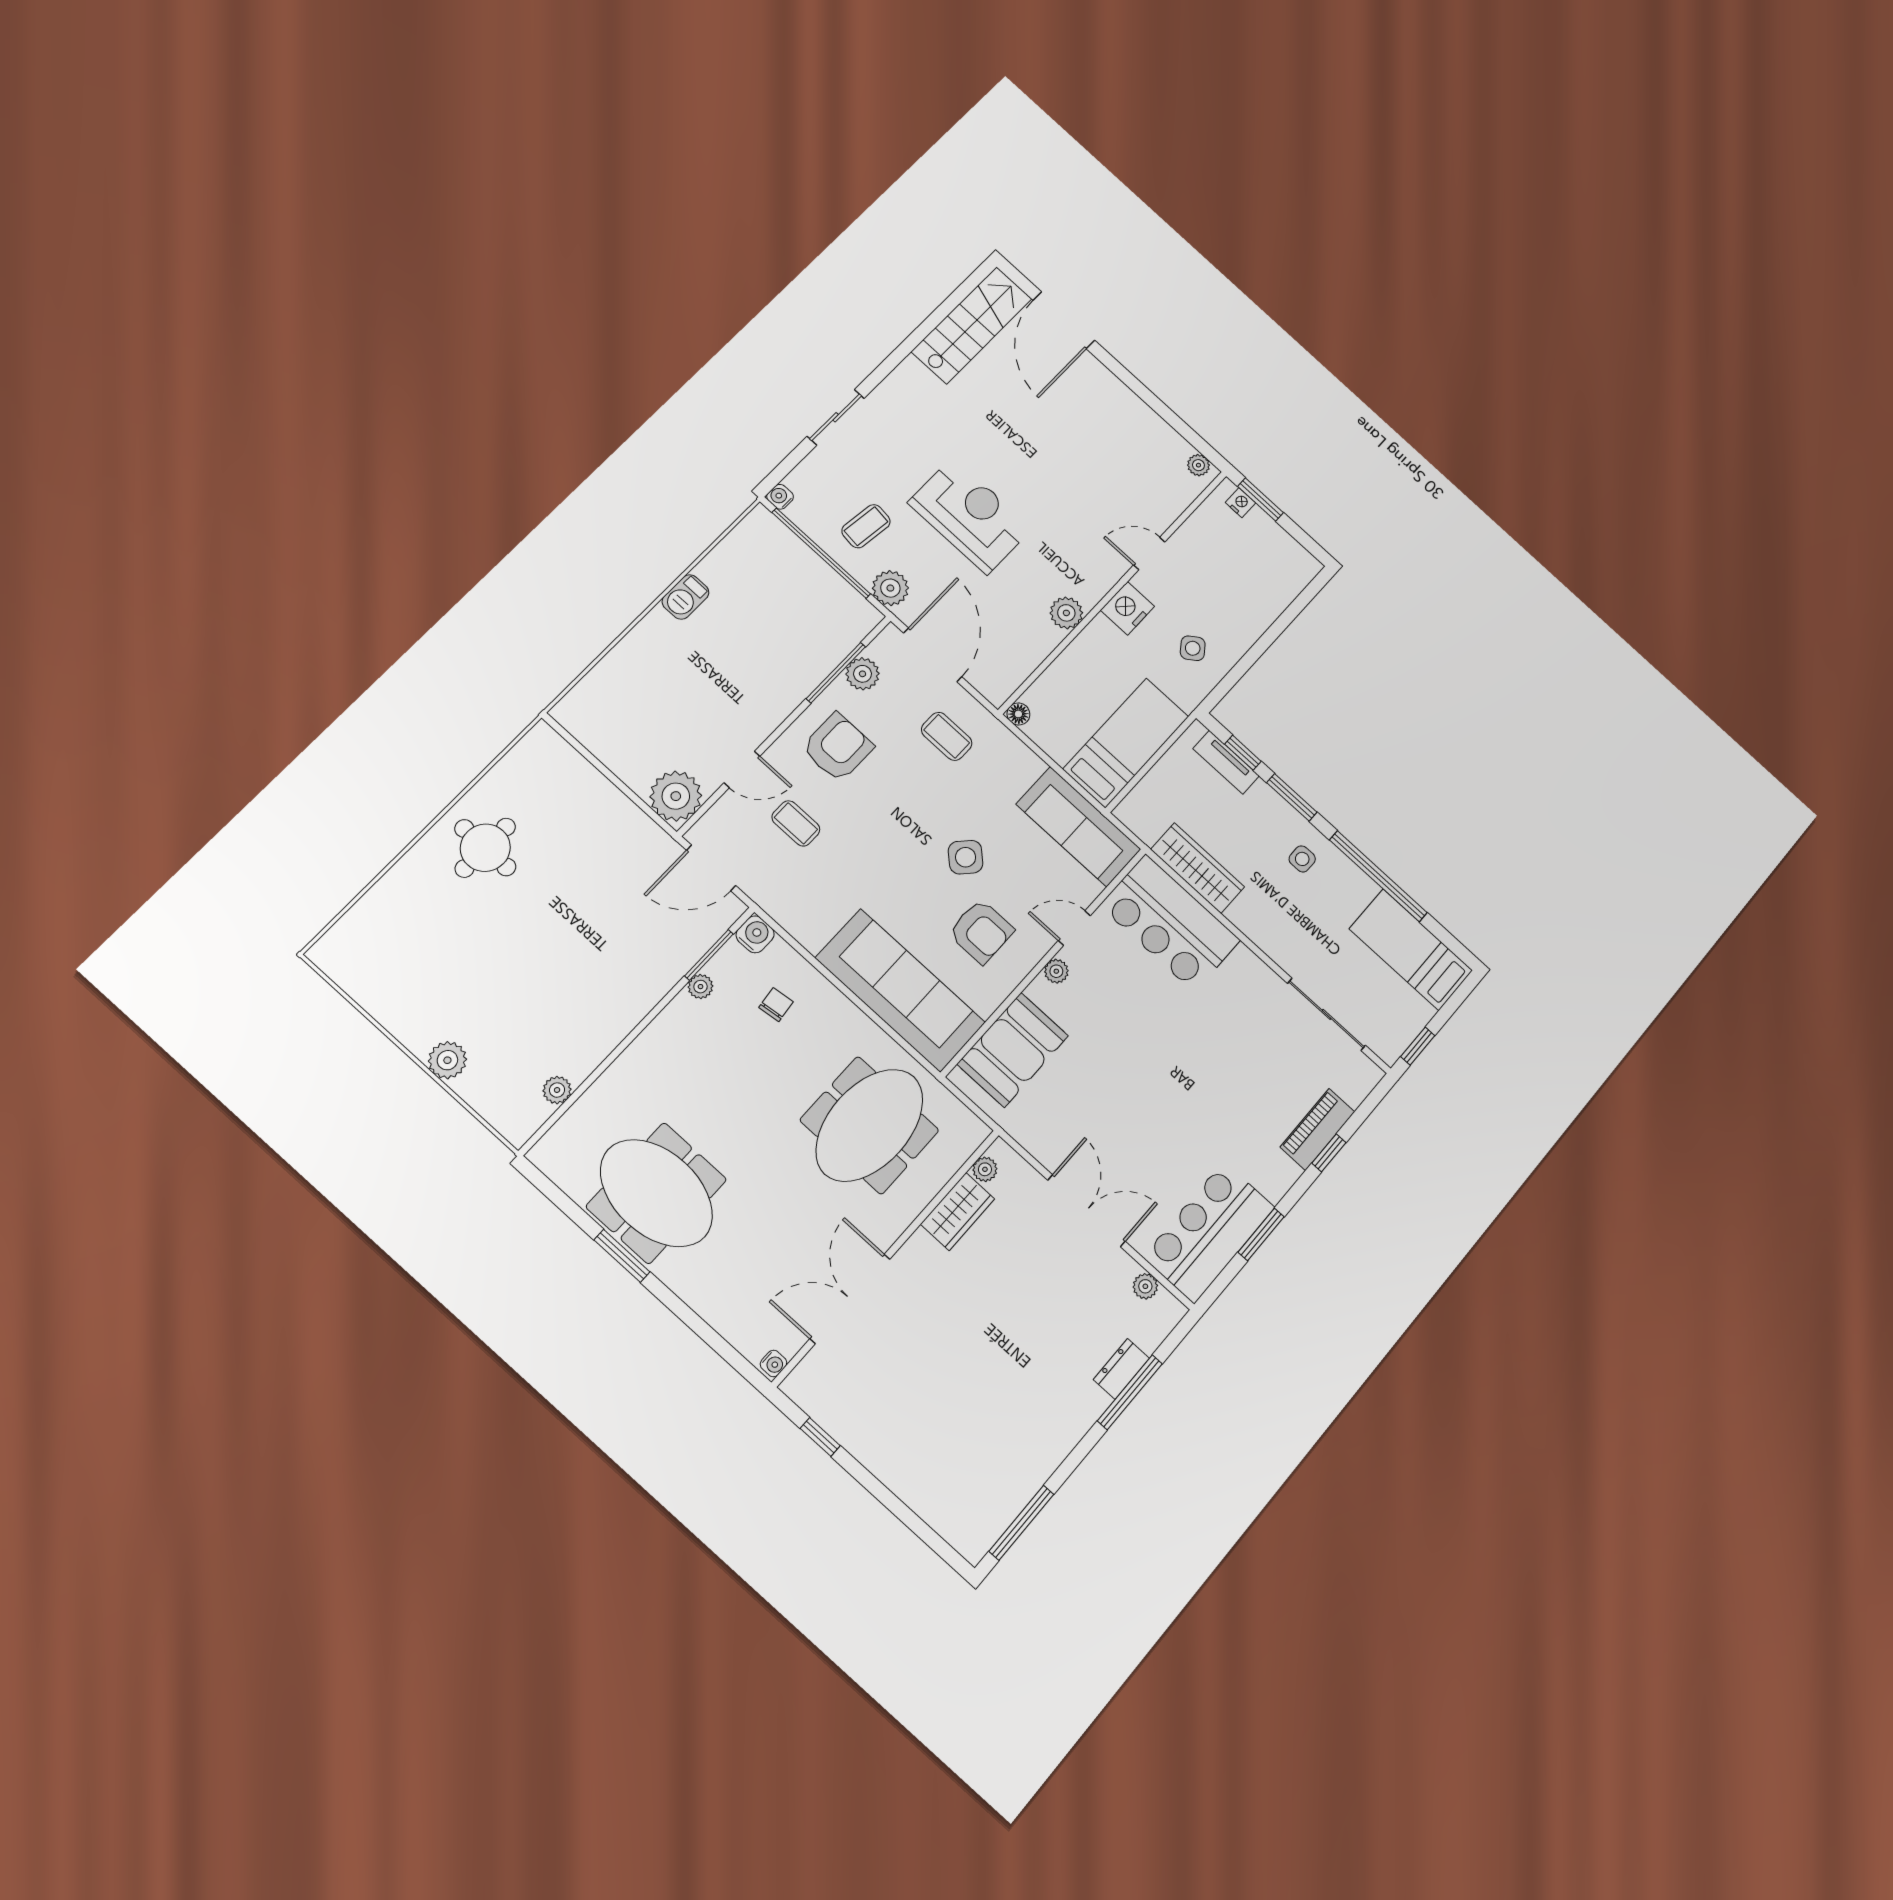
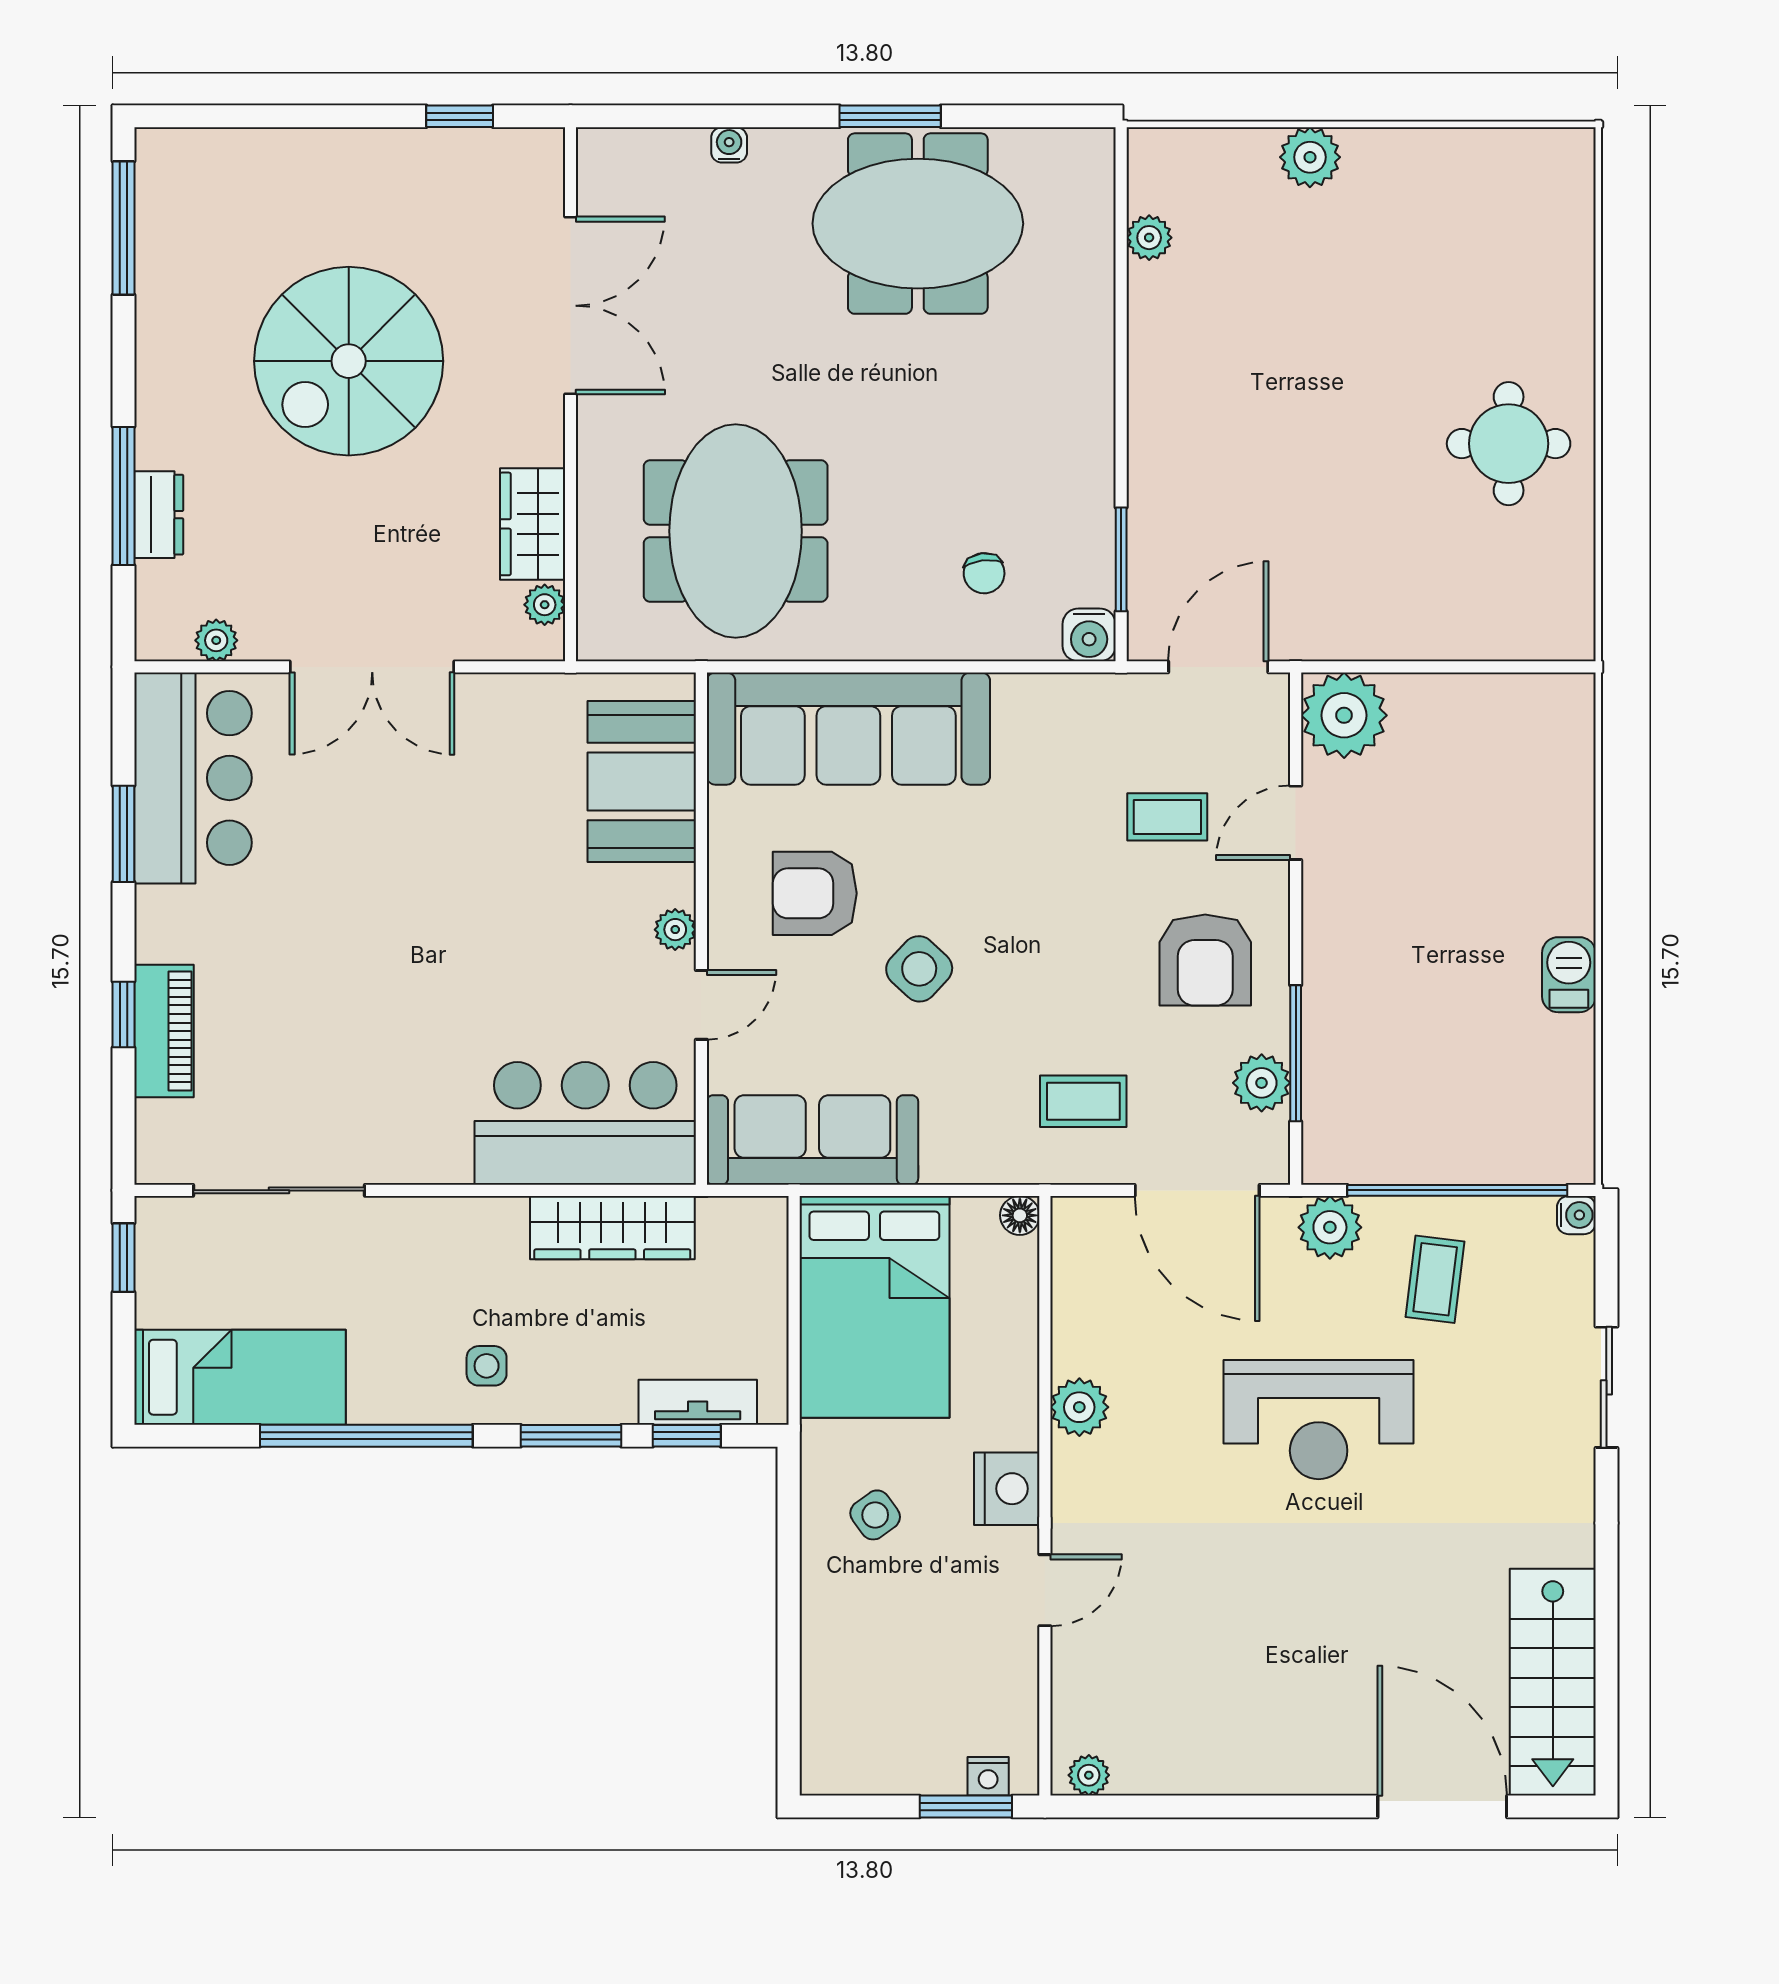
bed: (1126, 743) -> (874, 1307), width x1.50
plant: (700, 987) -> (1095, 512), removed
water cooler: (773, 1363) -> (729, 145), moved, turned 90
spiral stairs: (974, 1364) -> (349, 361), added

